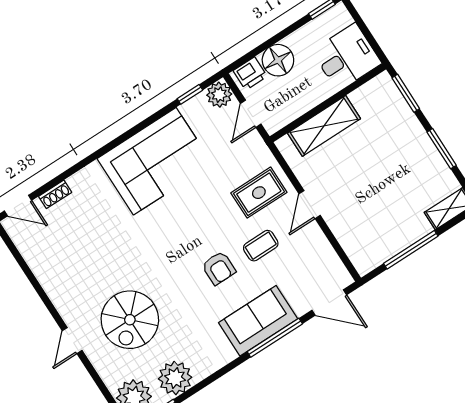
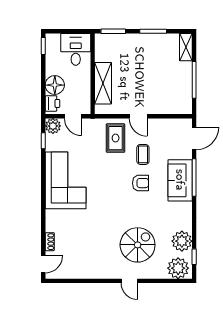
spiral stairs: (130, 320) -> (138, 245), turned -90

